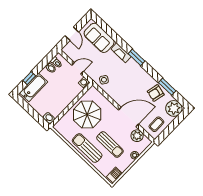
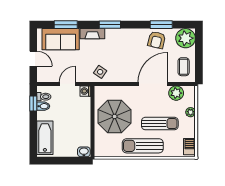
window: (110, 32) -> (66, 25), added
window: (29, 78) -> (33, 104), moved

